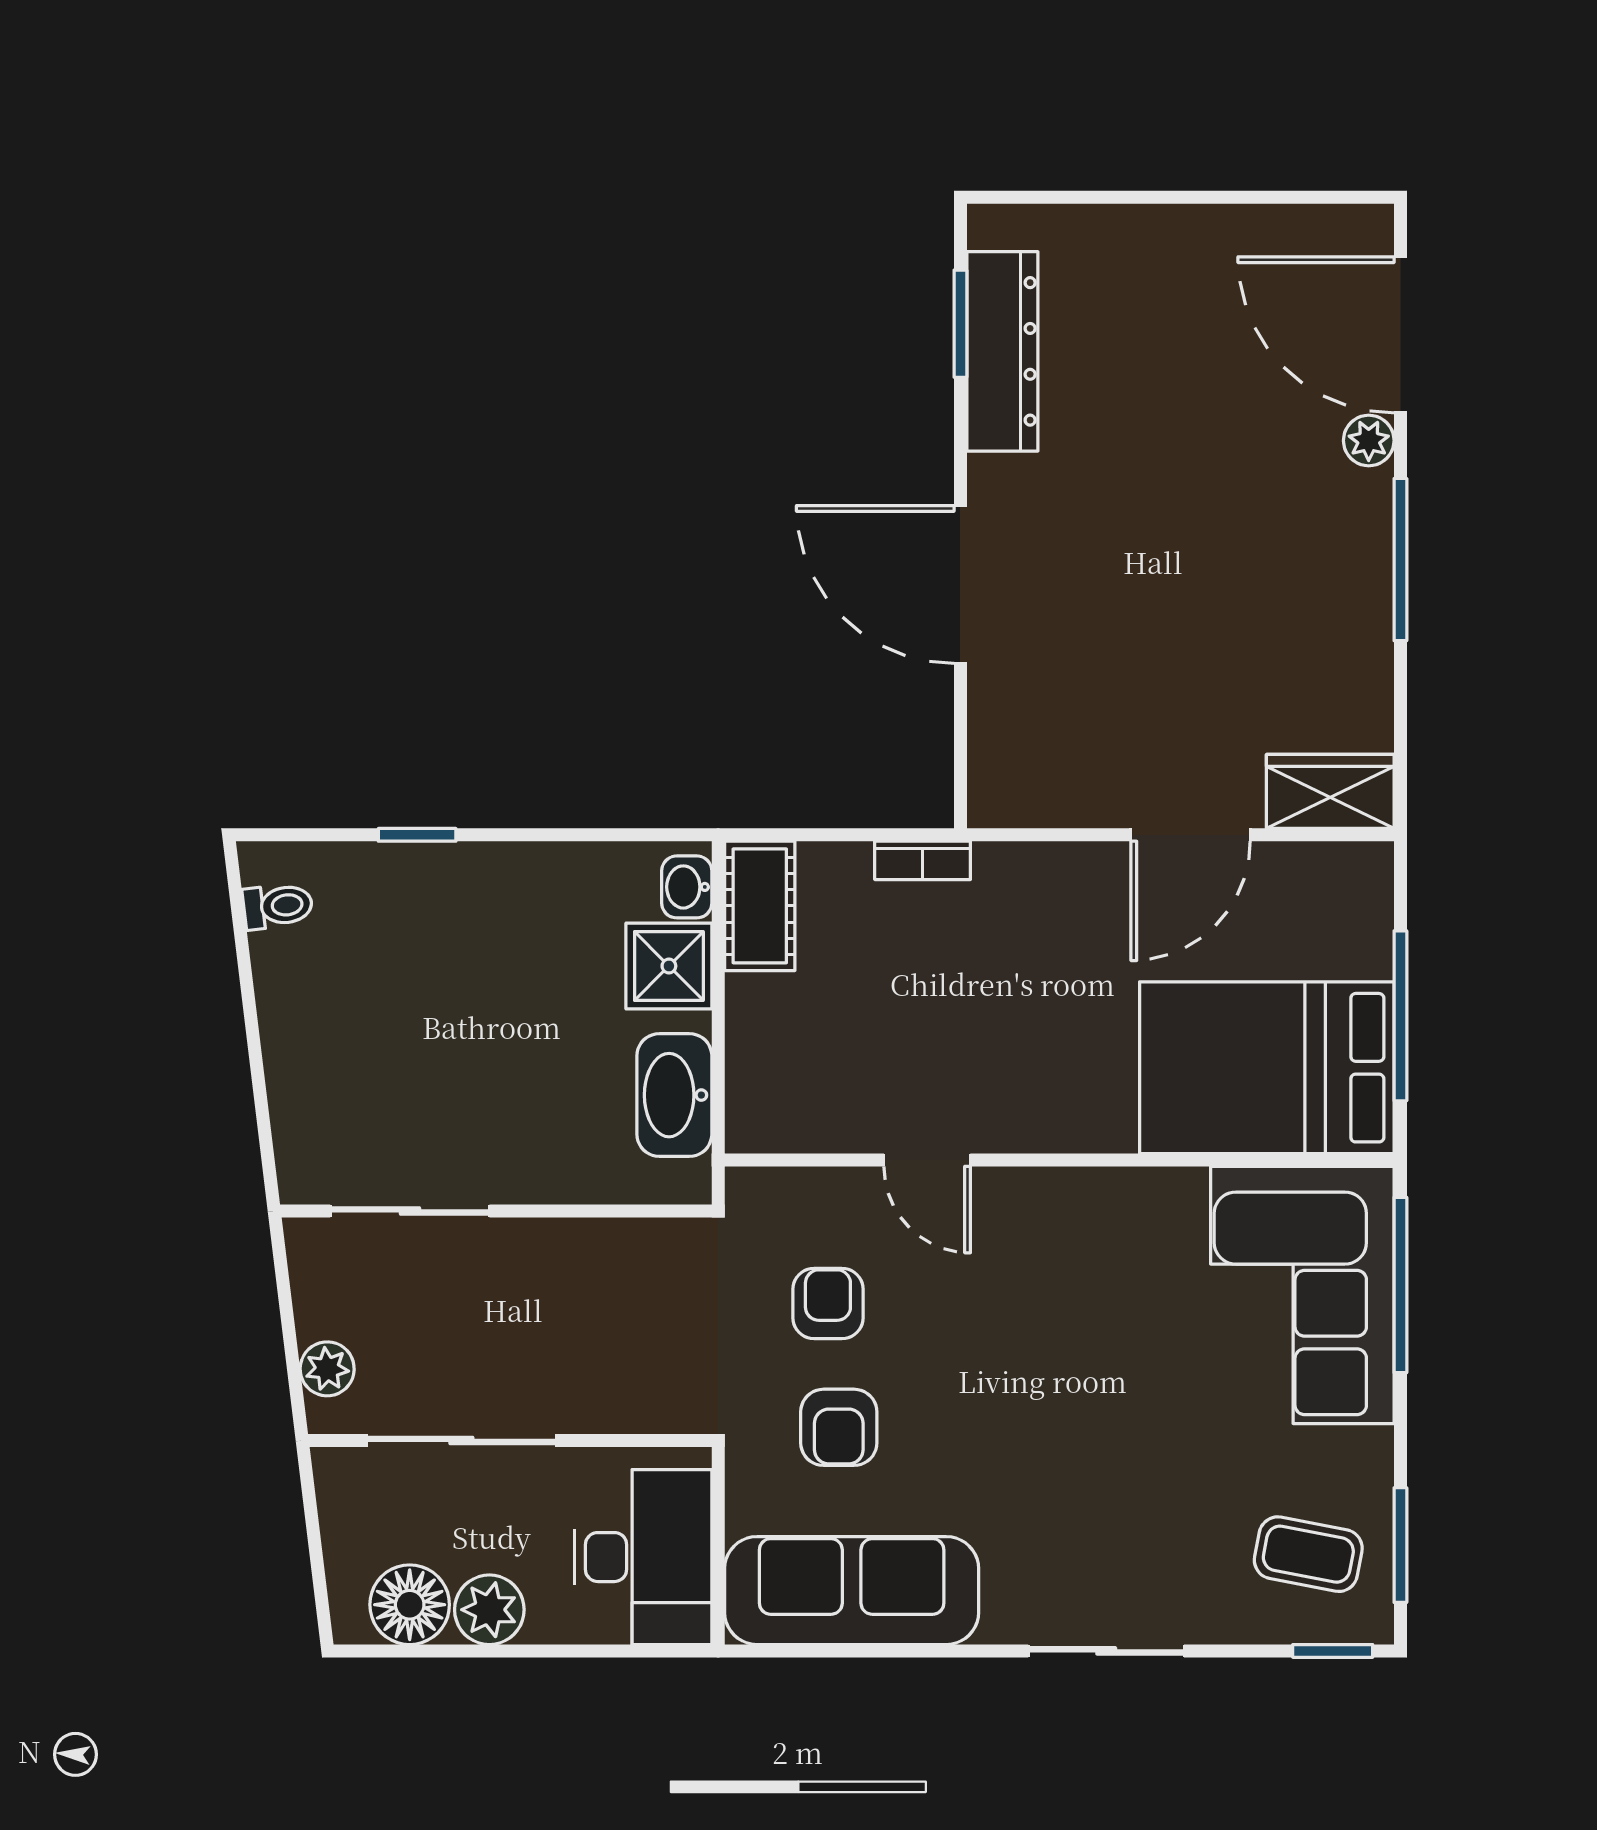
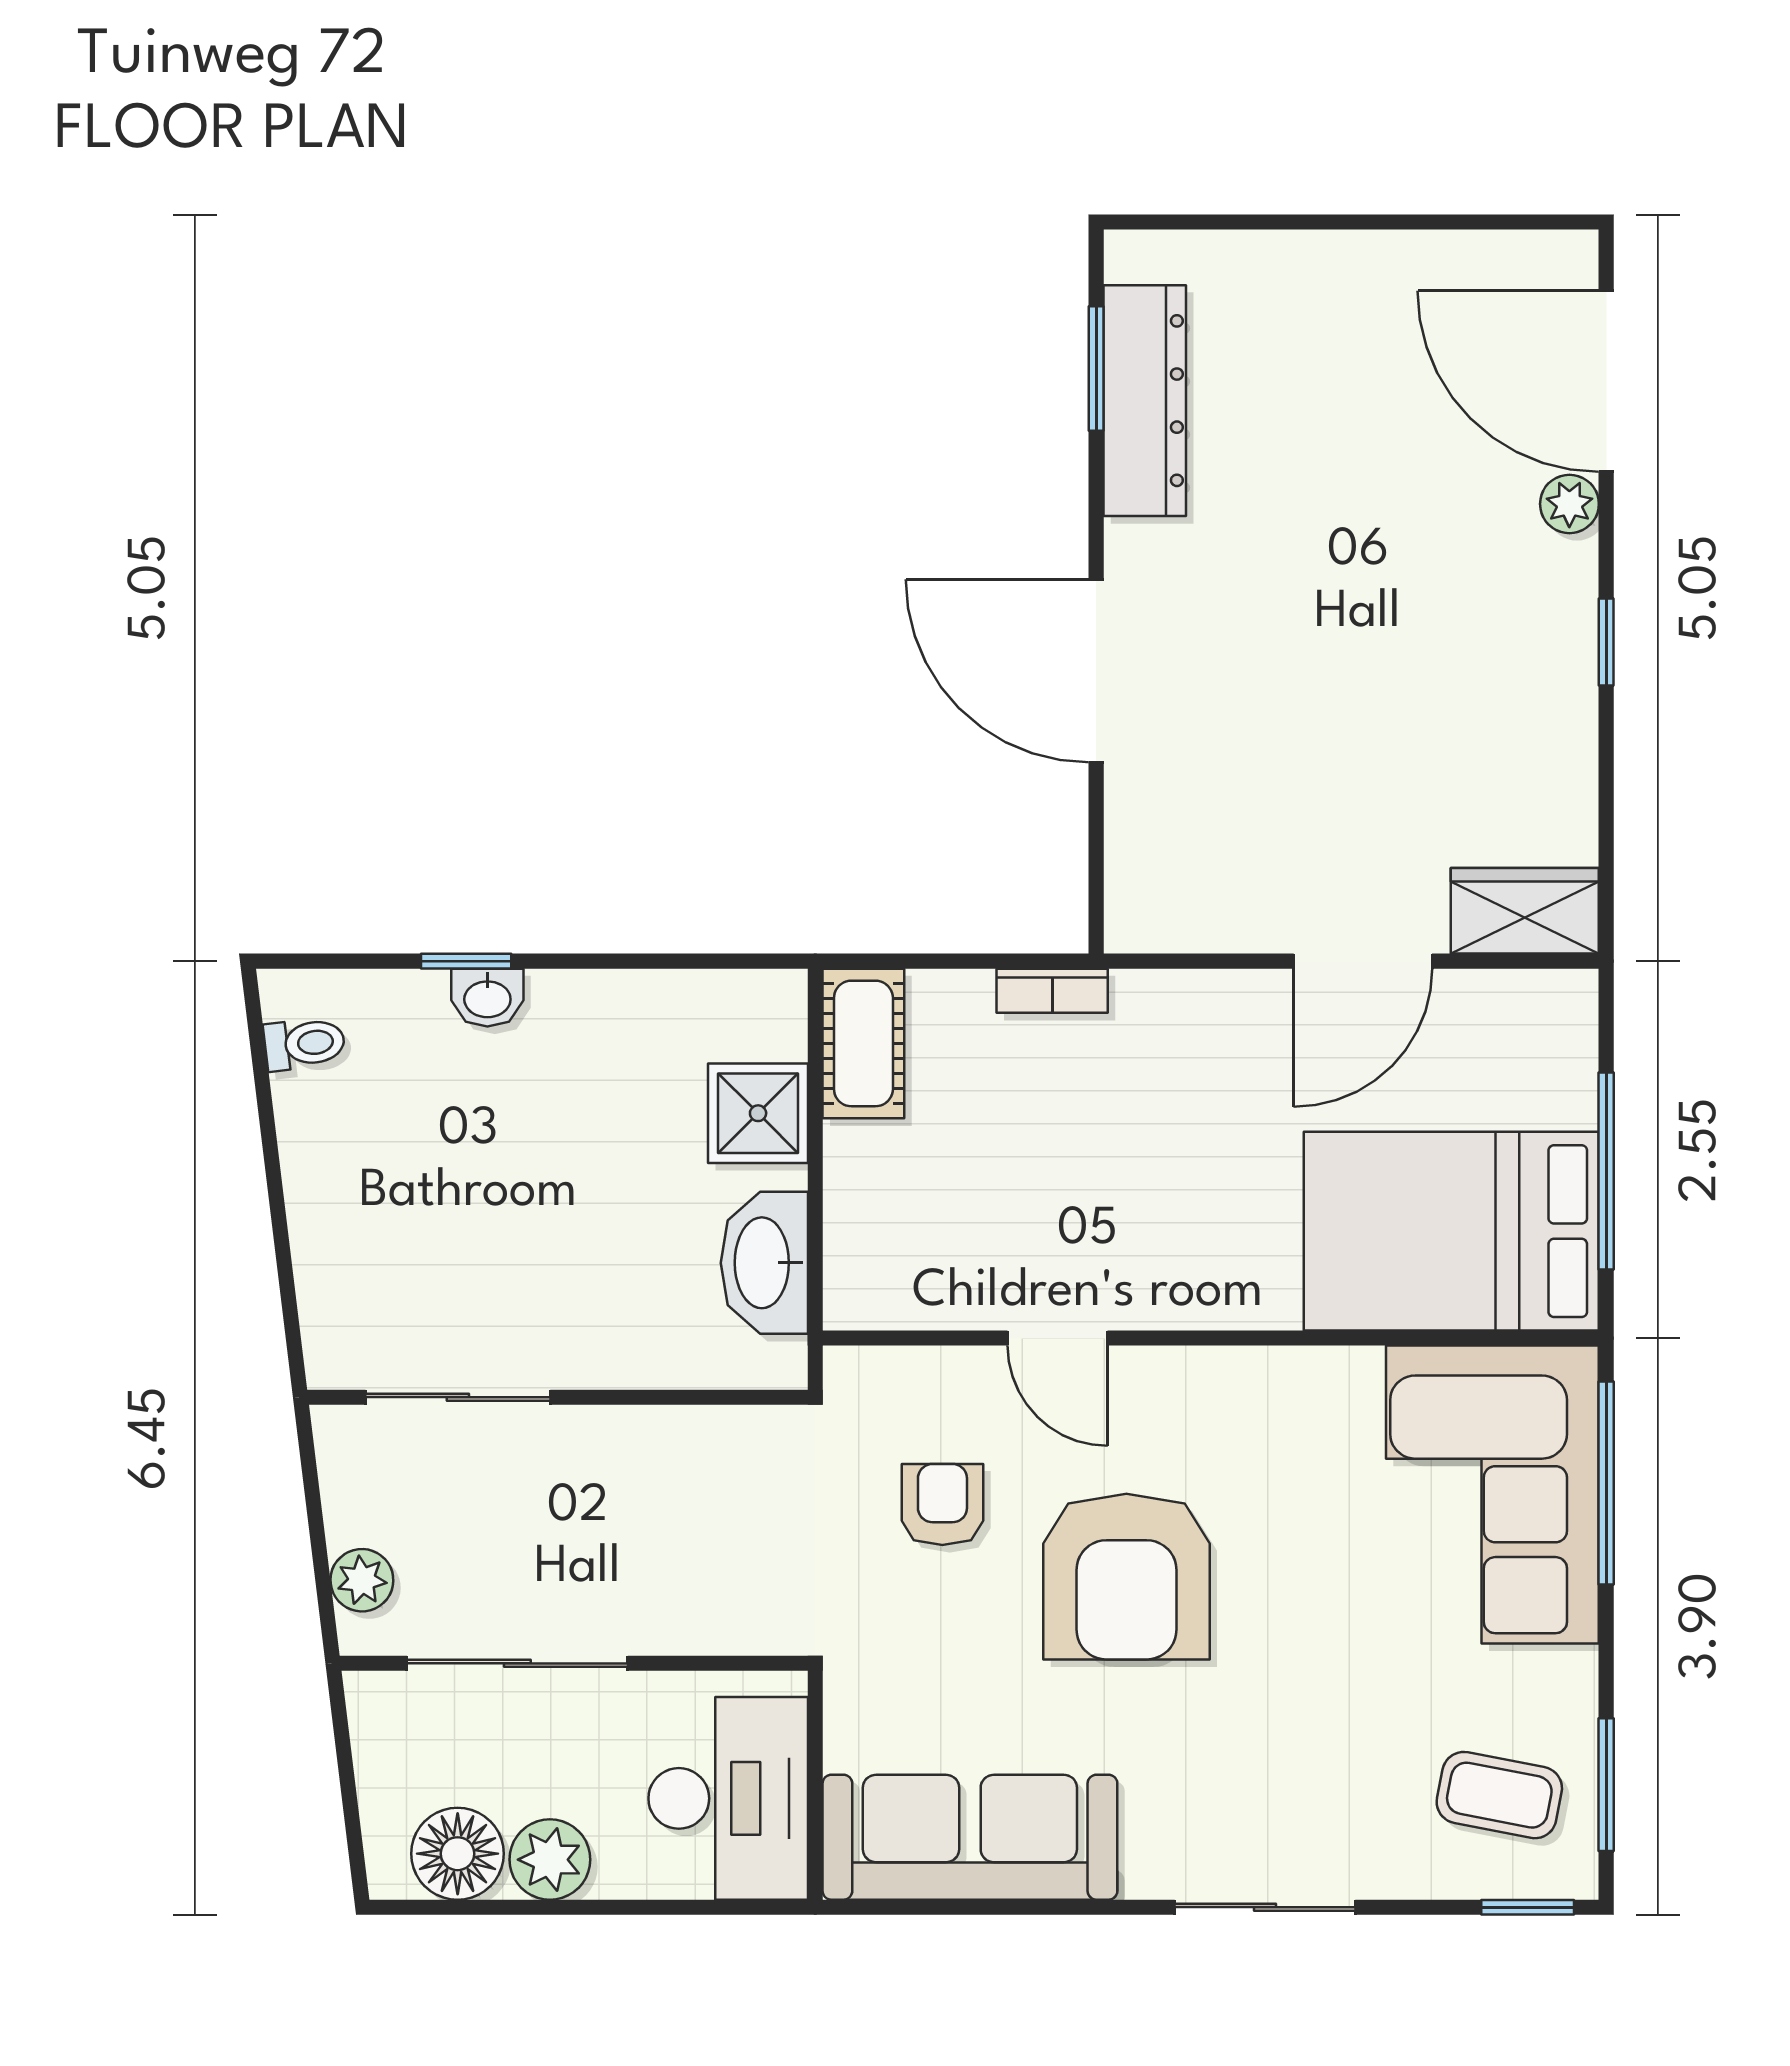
window: (1400, 560) -> (1606, 642), width x0.46
washbasin: (687, 887) -> (487, 998), moved, turned -90
armchair: (839, 1427) -> (1126, 1577), moved, width x1.88, depth x1.88

